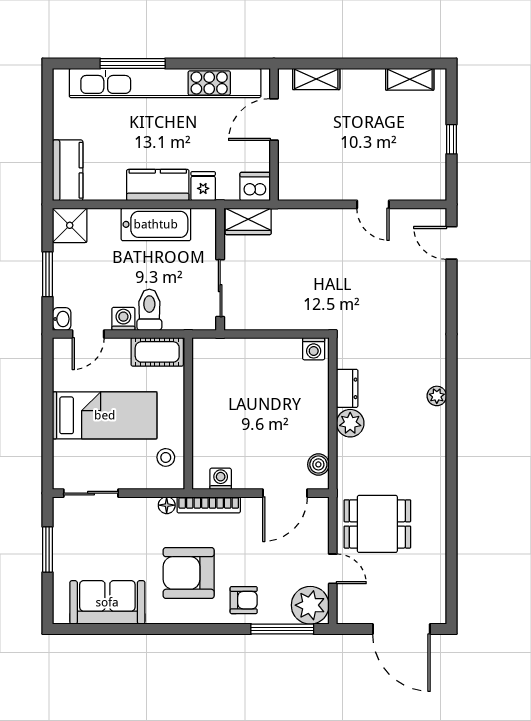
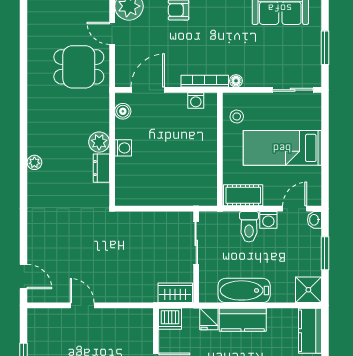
washing machine: (314, 349) -> (123, 148), moved, turned 90
armchair: (189, 573) -> (220, 30), removed

